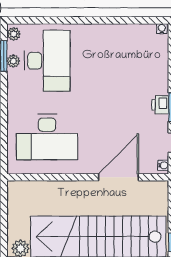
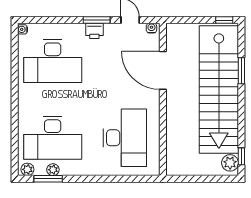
desk: (47, 61) -> (53, 138), turned 180
desk: (128, 61) -> (53, 61), added

